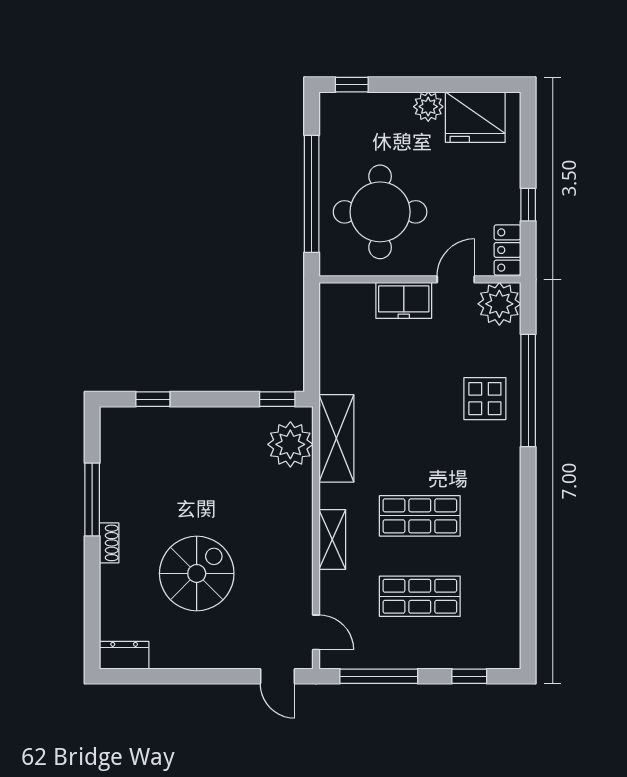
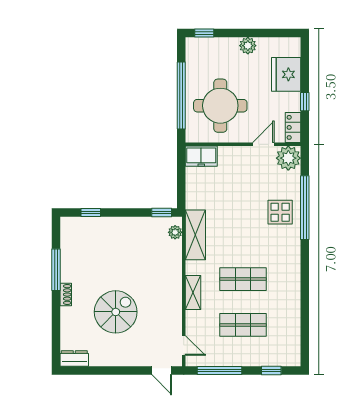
fridge: (475, 117) -> (286, 74), moved, turned 90
freezer: (404, 300) -> (201, 156), moved
plant: (290, 444) -> (175, 232), width x0.53, depth x0.53

